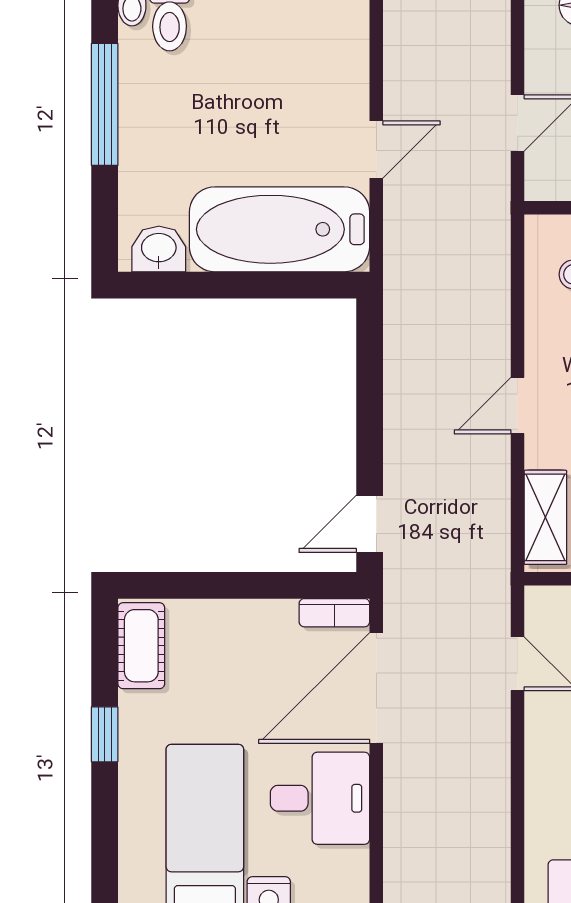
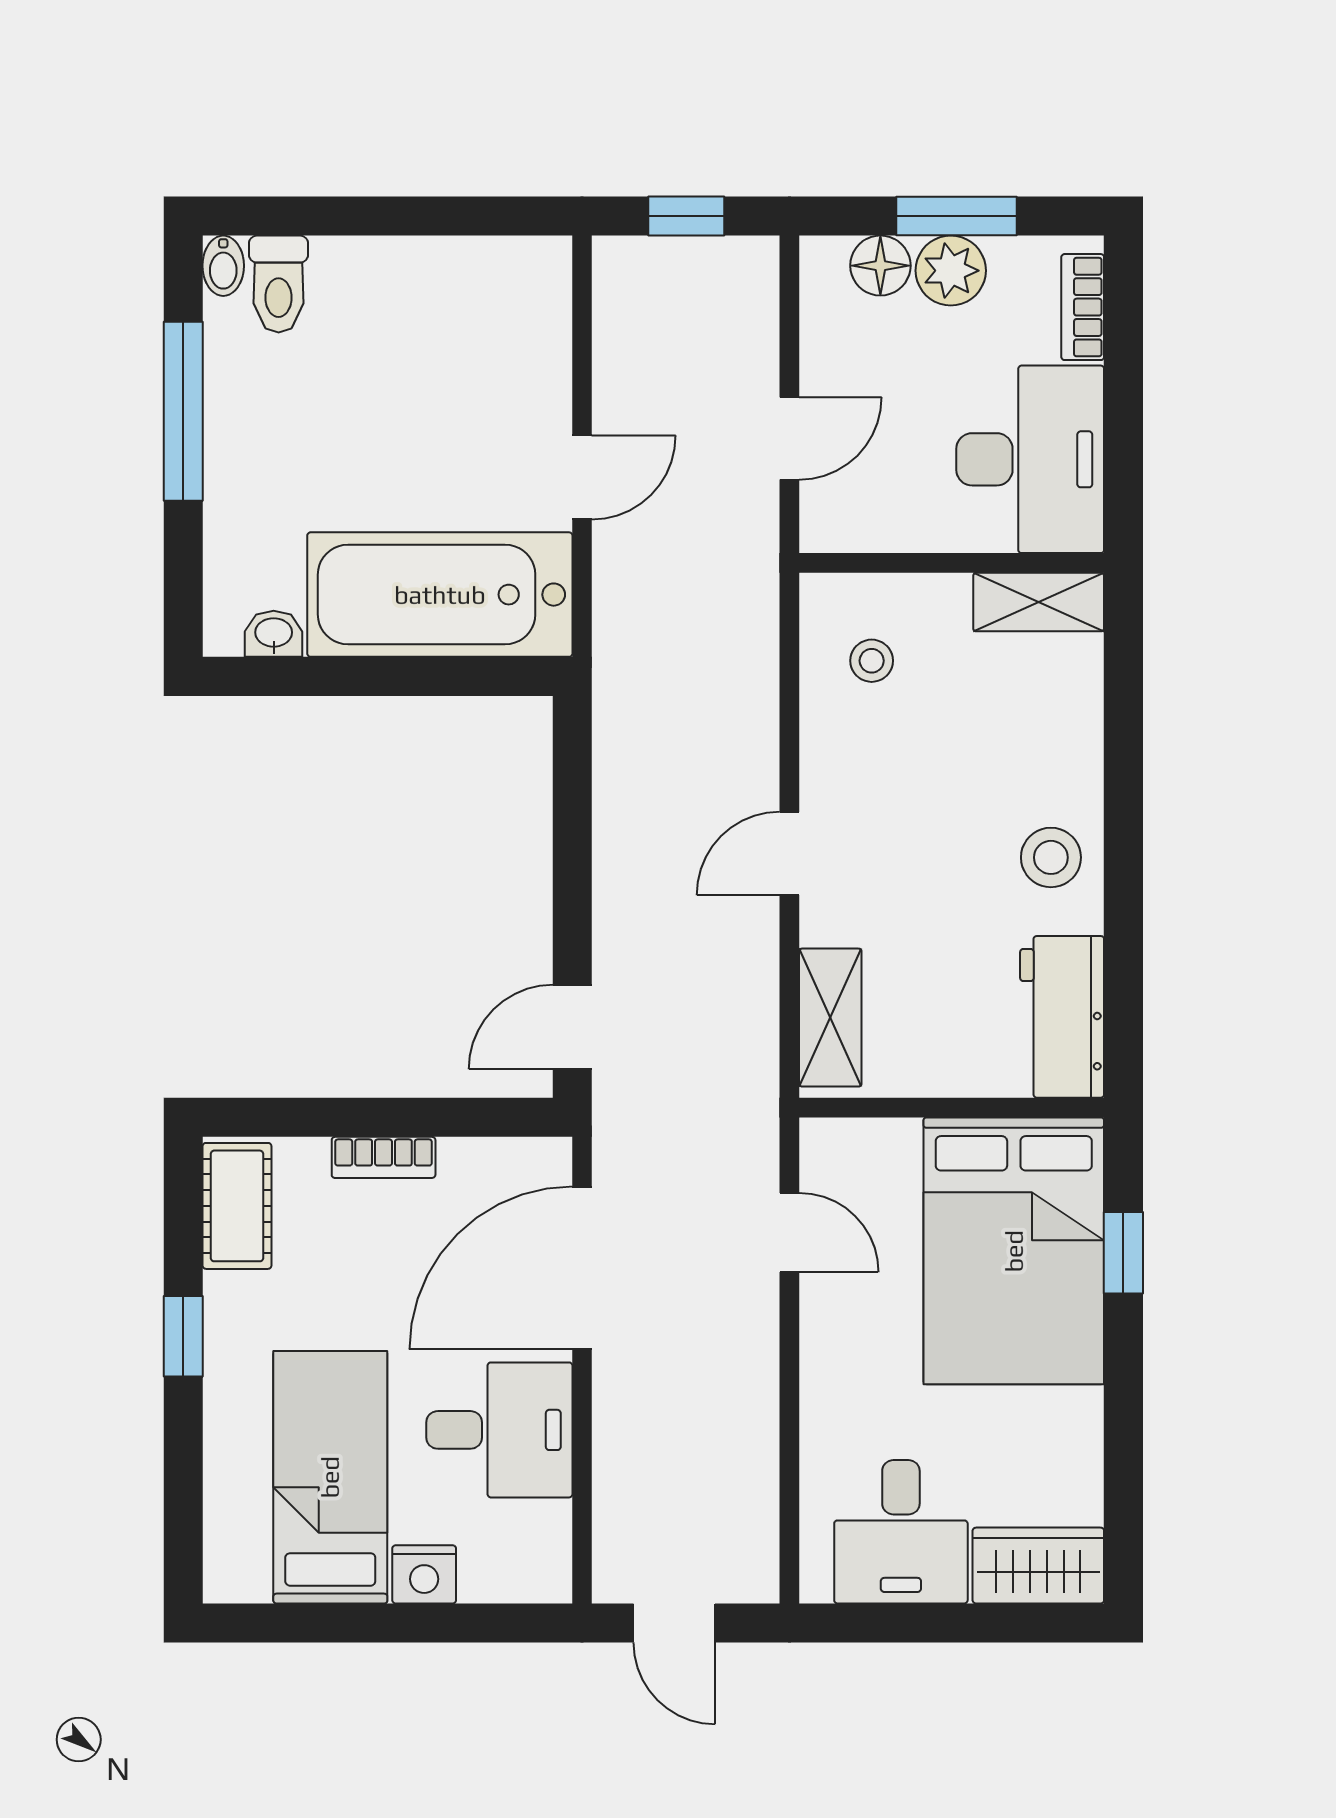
washbasin: (159, 249) -> (274, 634), width x0.72, depth x0.69
bookcase: (334, 613) -> (384, 1157), moved

